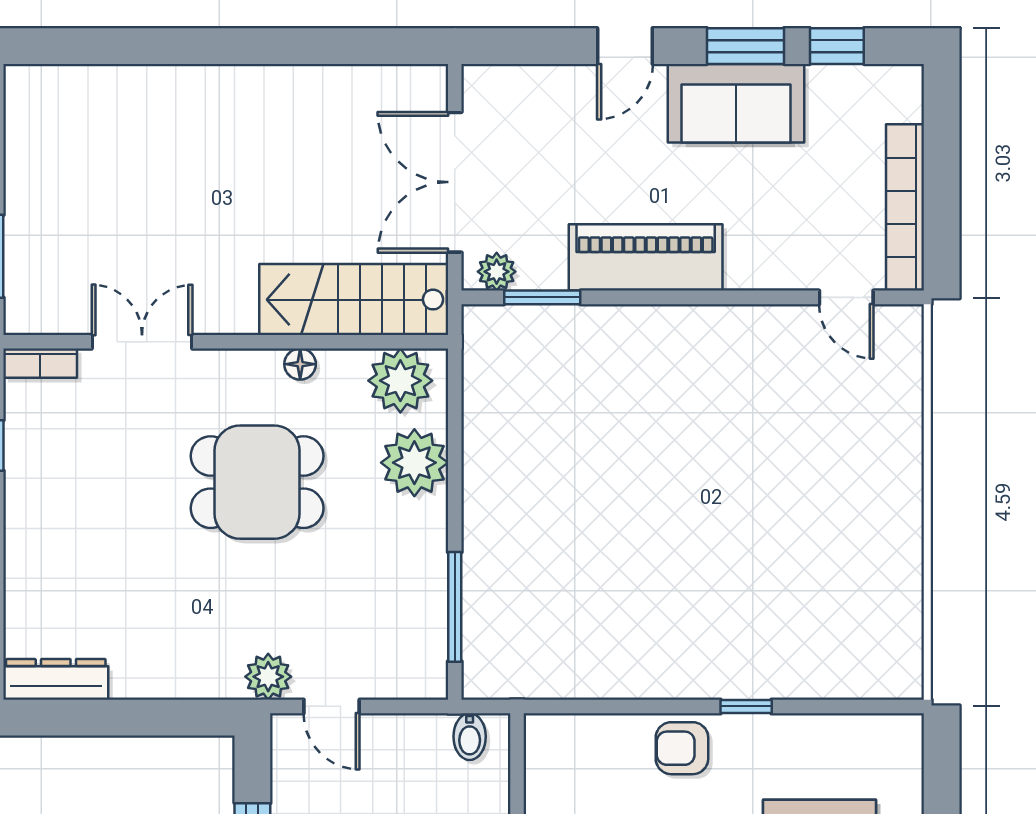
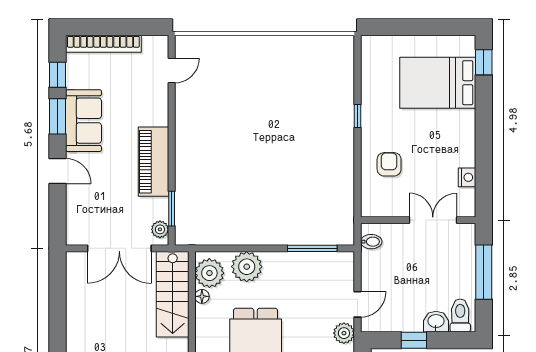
bookcase: (905, 207) -> (103, 44), moved
floor lamp: (300, 364) -> (202, 296), moved
armchair: (682, 748) -> (389, 164), moved, turned 180

